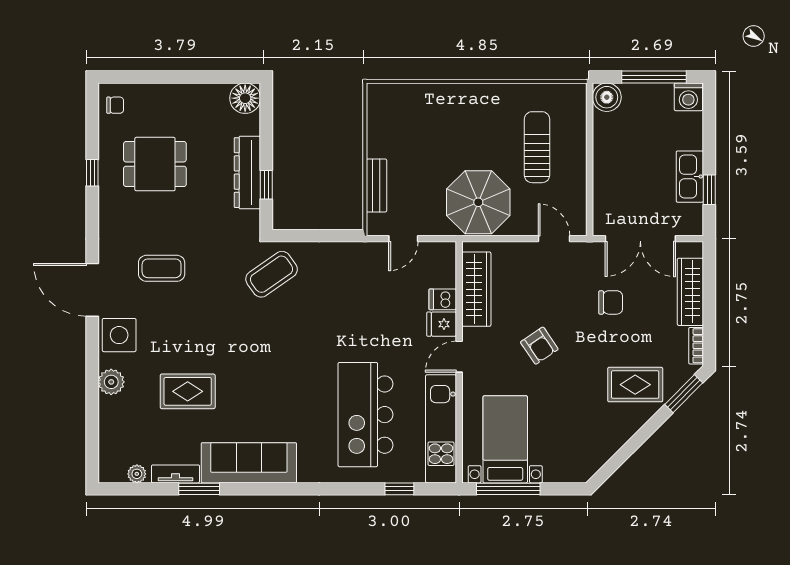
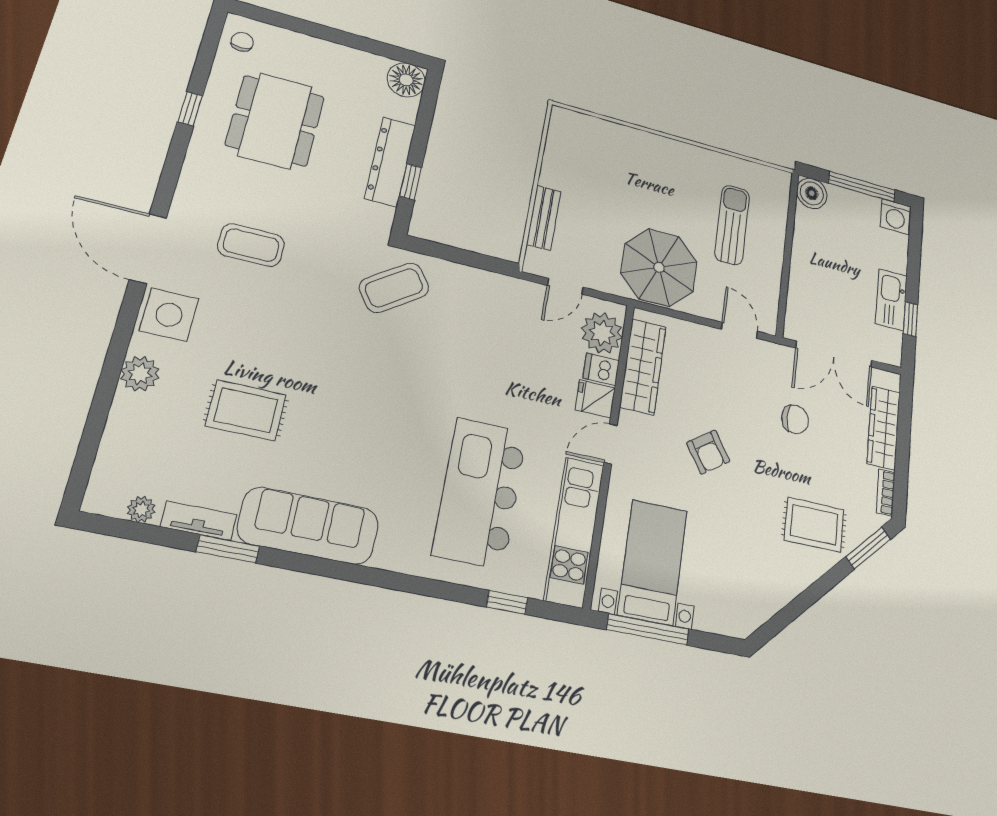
chair: (115, 105) -> (242, 42), turned -90
dining table: (155, 164) -> (275, 121), width x1.38
plant: (439, 270) -> (602, 333), added

